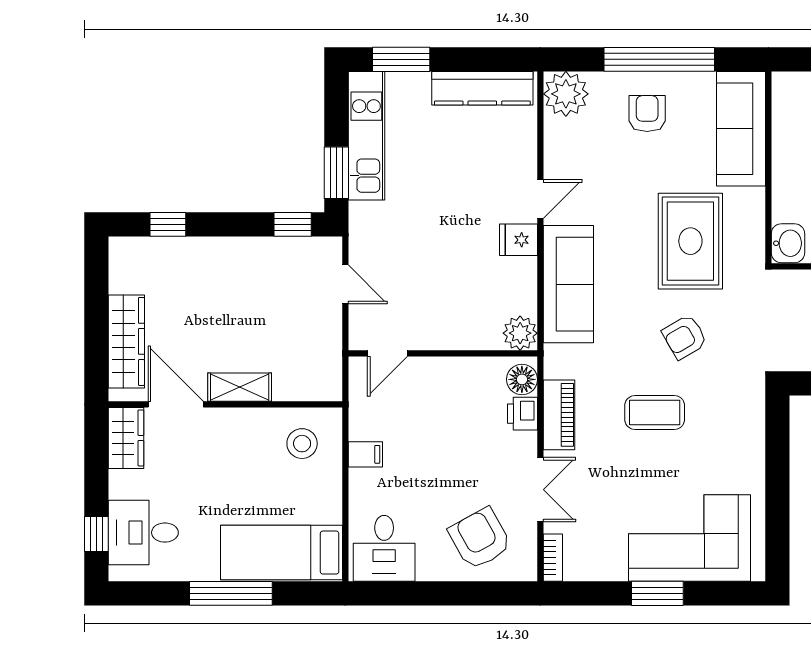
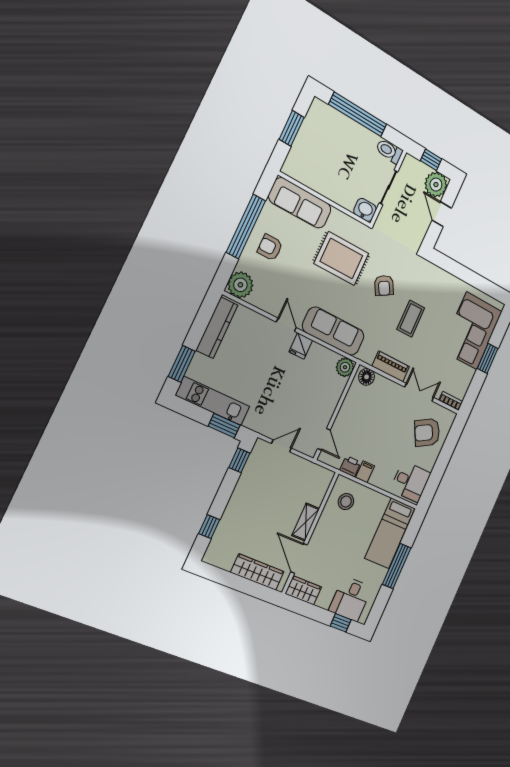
door: (176, 404) -> (299, 558), hinge flipped
printer: (522, 414) -> (350, 466), moved, turned 180

